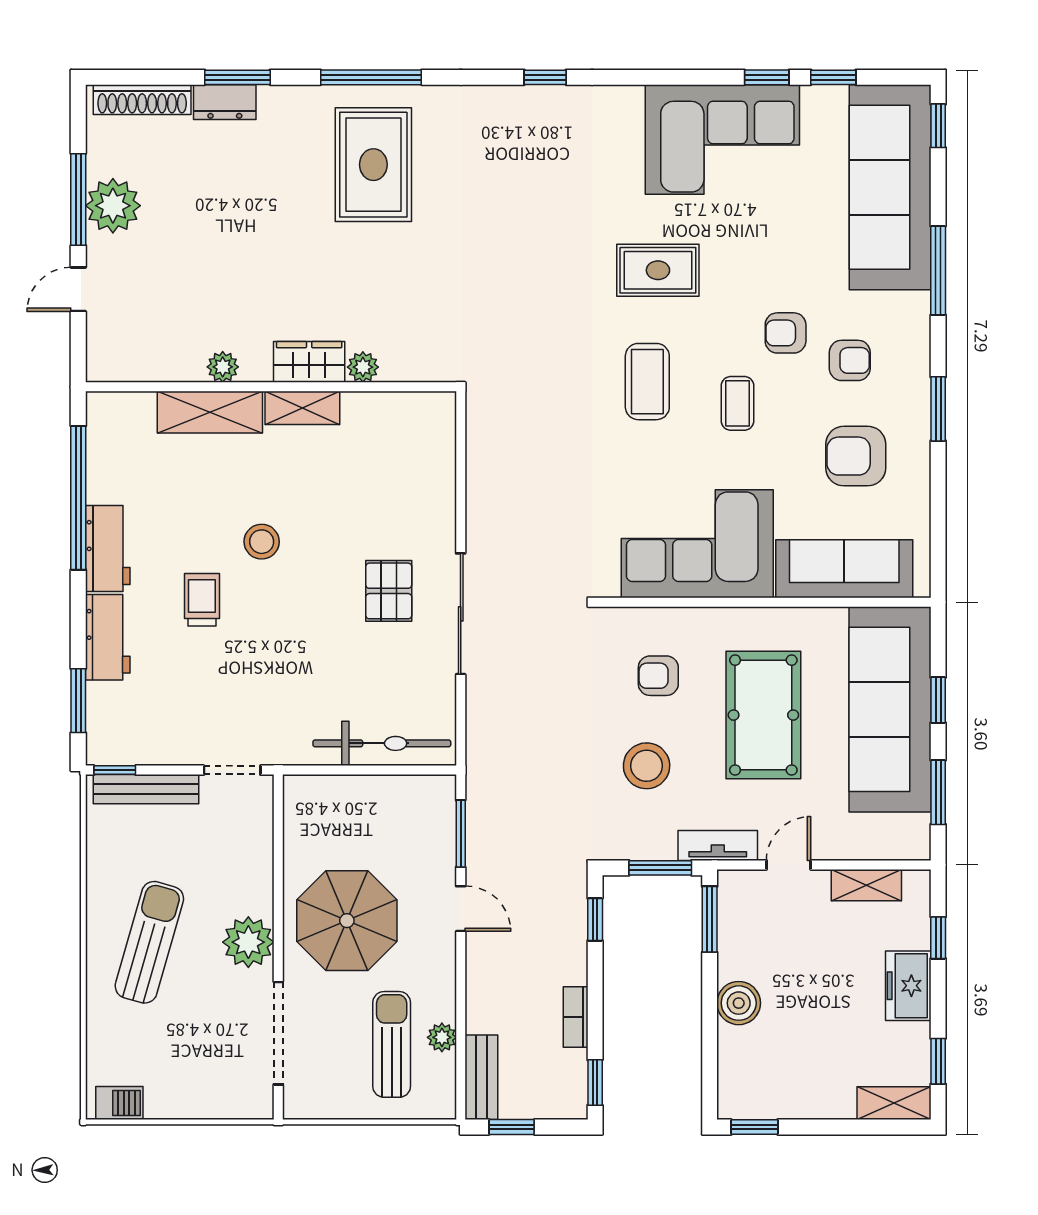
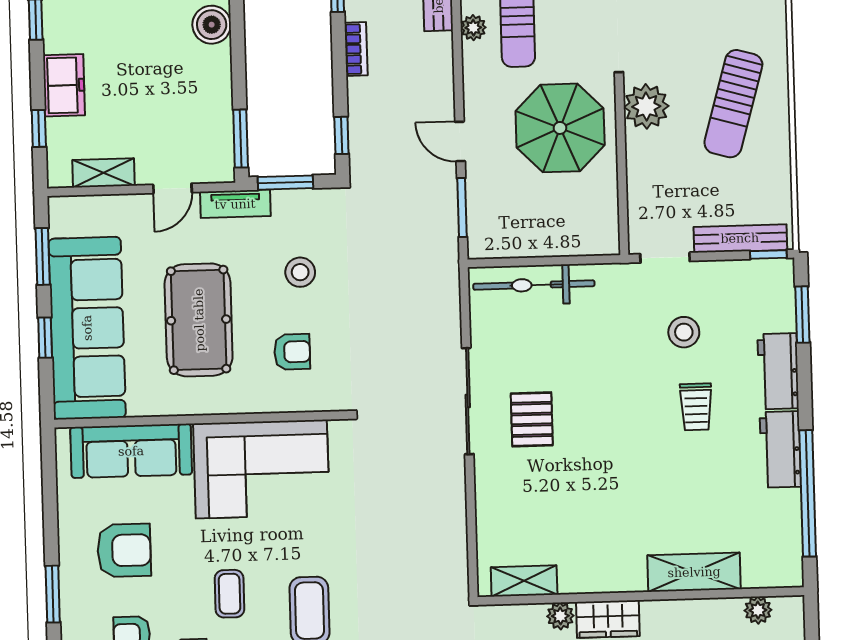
plant: (223, 367) -> (758, 610), moved
shelving: (302, 408) -> (524, 581), moved
stool: (262, 542) -> (684, 332), moved
stool: (647, 766) -> (300, 272), width x0.73, depth x0.73
boiler: (739, 1003) -> (212, 25), moved

